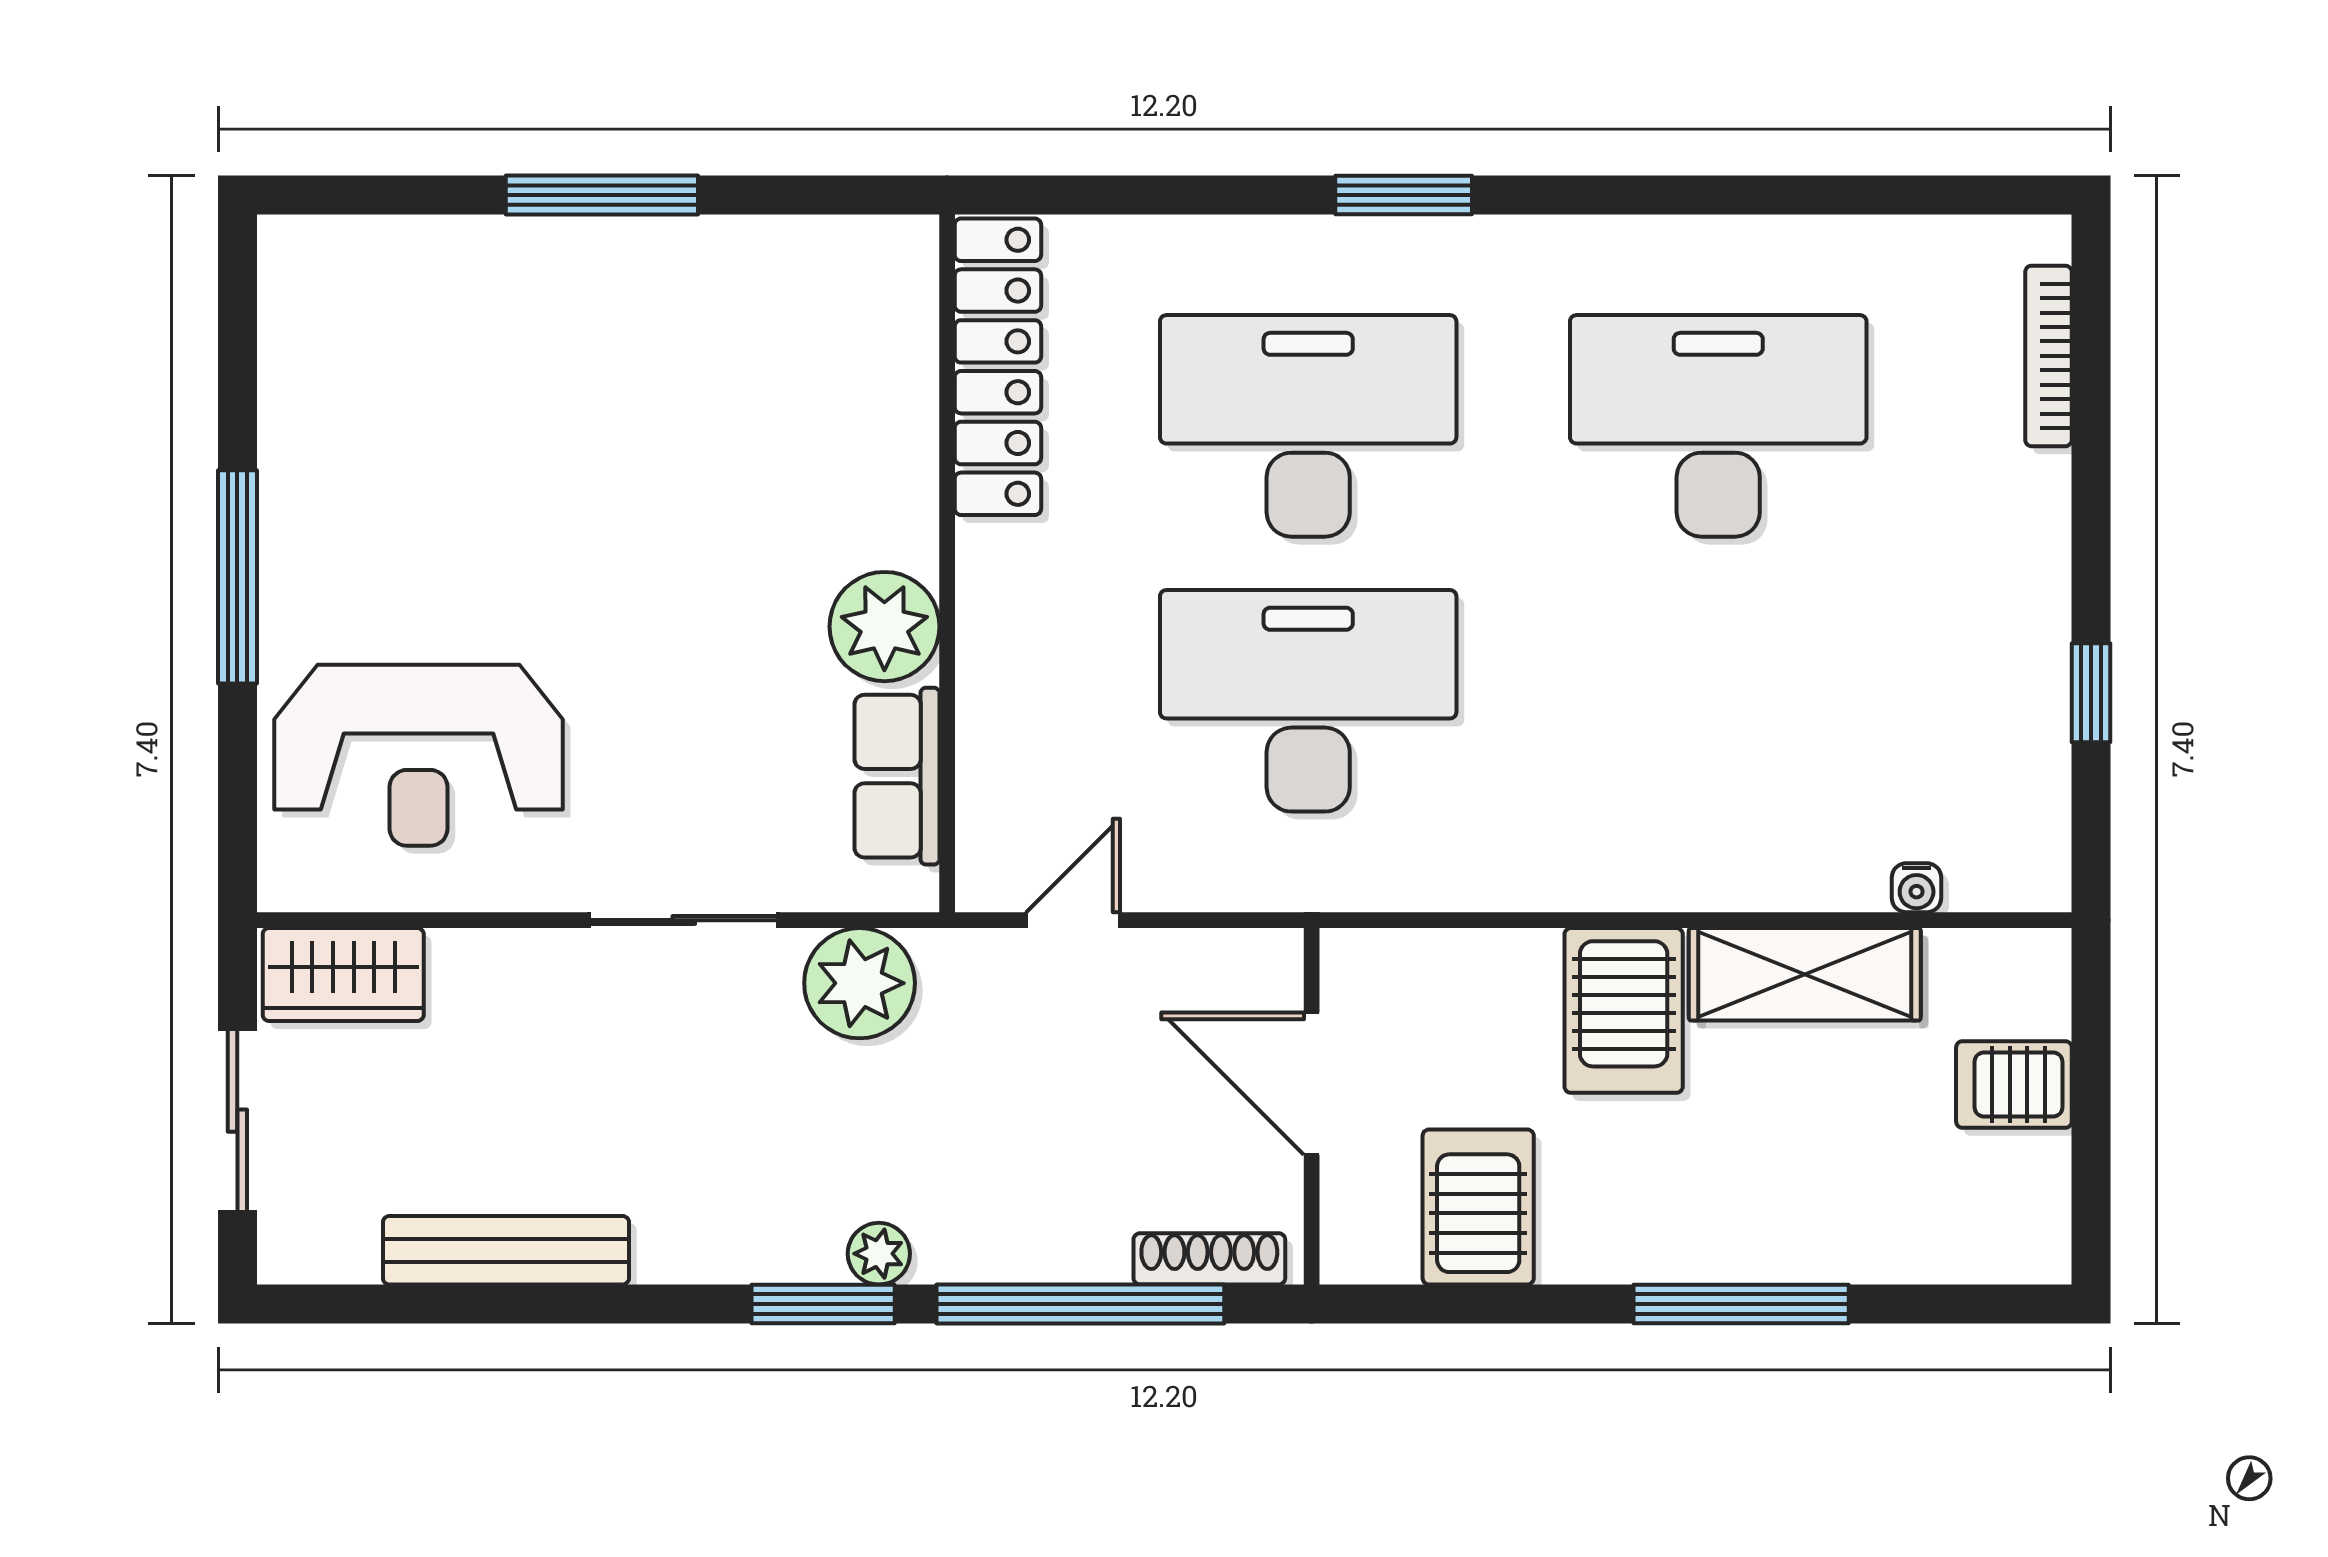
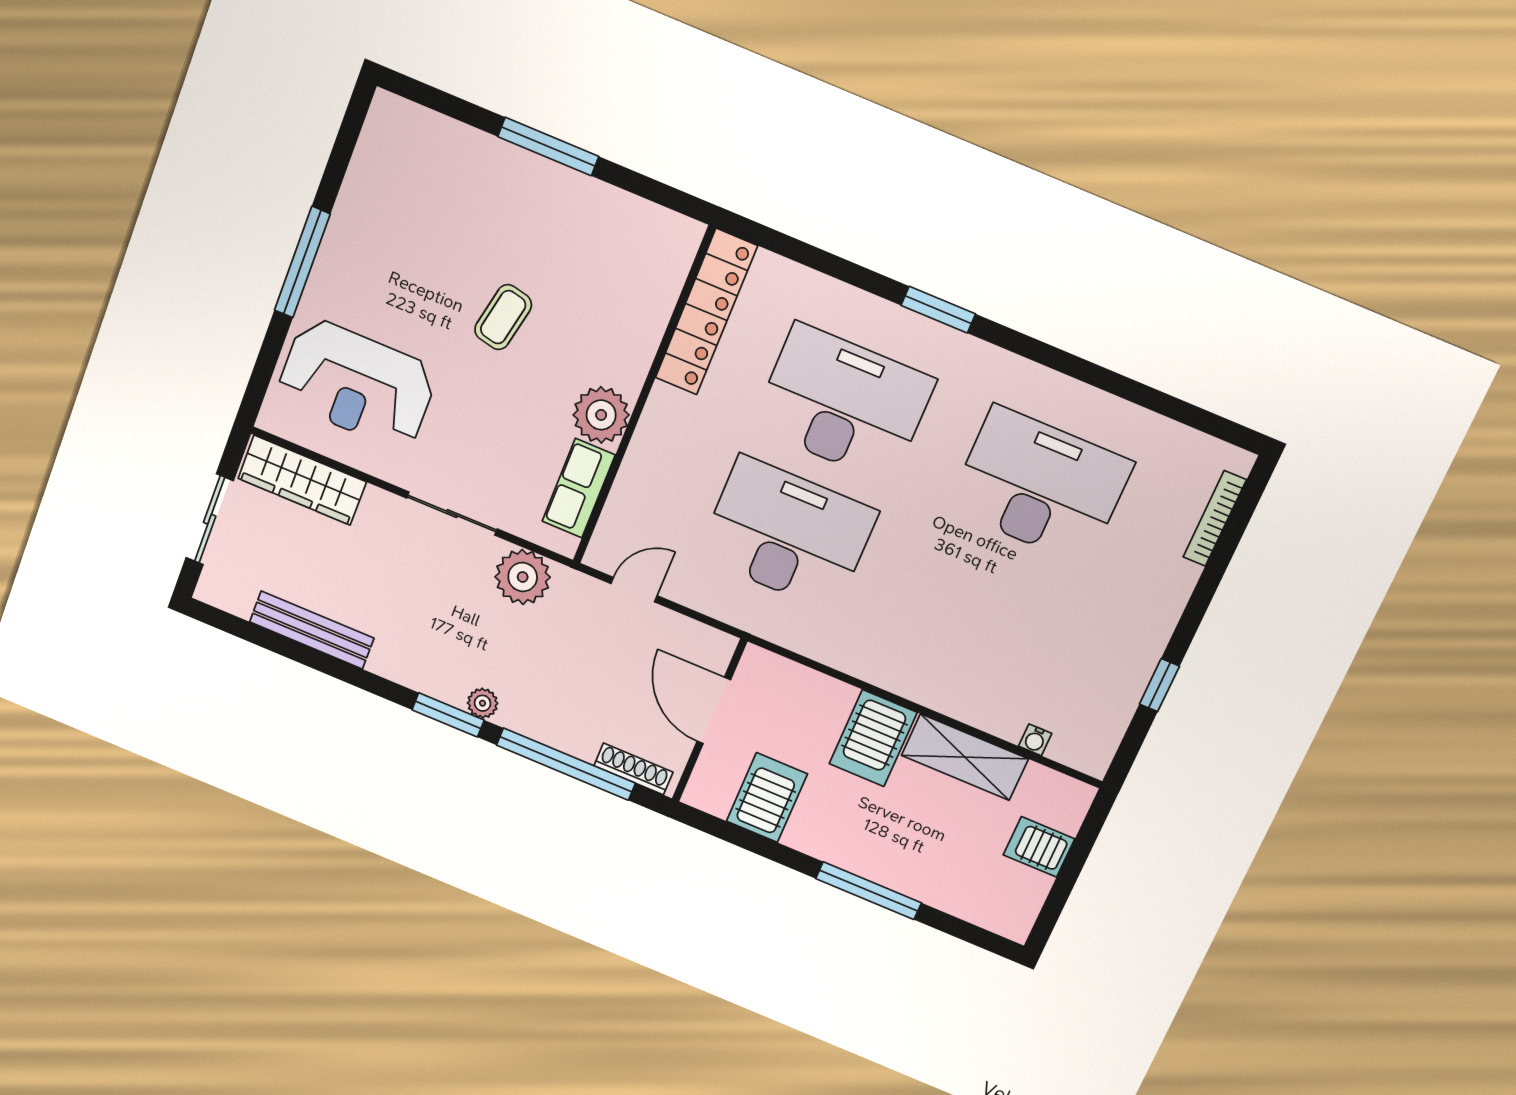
coffee table: (639, 525) -> (503, 317), added
wardrobe: (343, 975) -> (302, 480), width x1.50

